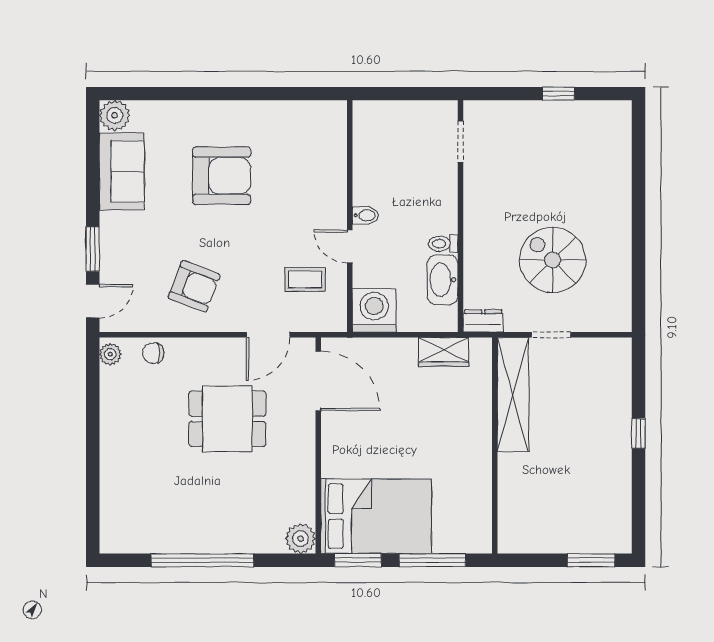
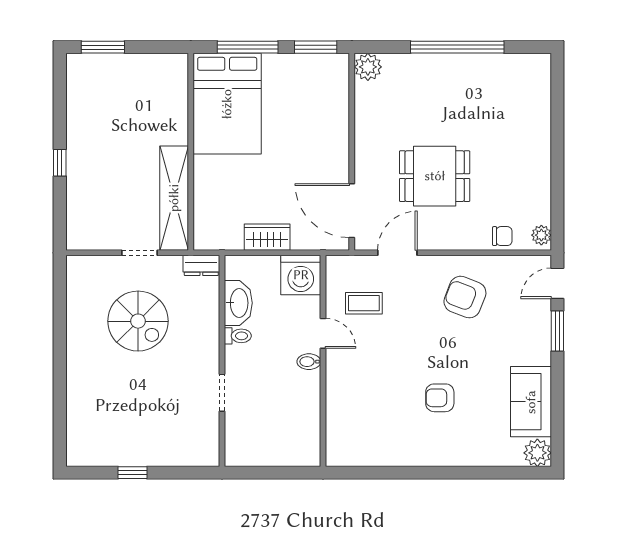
doorway: (460, 142) -> (222, 393), moved
armchair: (222, 176) -> (440, 398), width x0.53, depth x0.53
wardrobe: (444, 352) -> (267, 237), moved
bed: (376, 516) -> (227, 104), moved, turned -90

